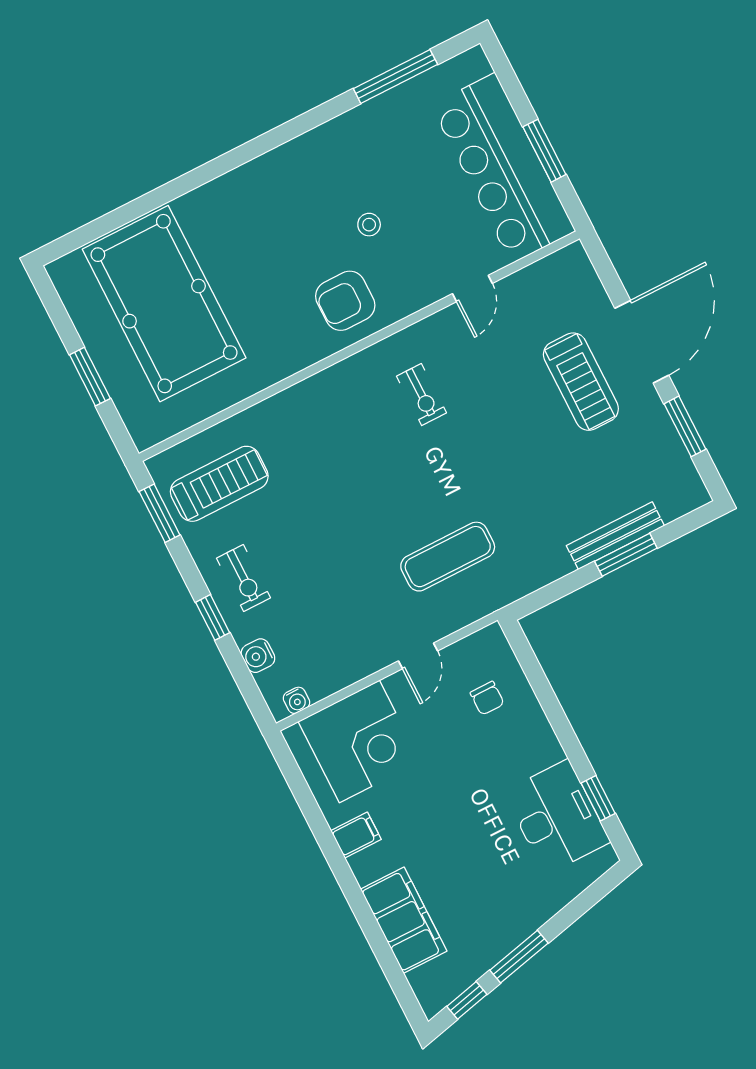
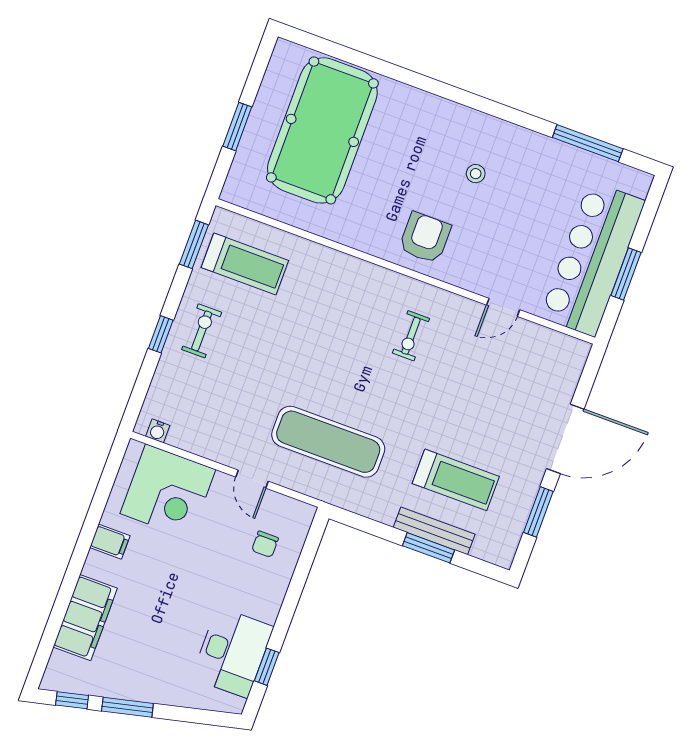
stool: (369, 225) -> (476, 174), moved
armchair: (345, 301) -> (425, 238), turned 90
treadmill: (581, 382) -> (456, 480), moved, turned -90
exercise mat: (448, 557) -> (328, 442), width x1.36, depth x1.45
exercise bike: (243, 578) -> (202, 331), turned 180
water cooler: (258, 656) -> (163, 383), removed
door: (418, 656) -> (252, 479), hinge flipped

